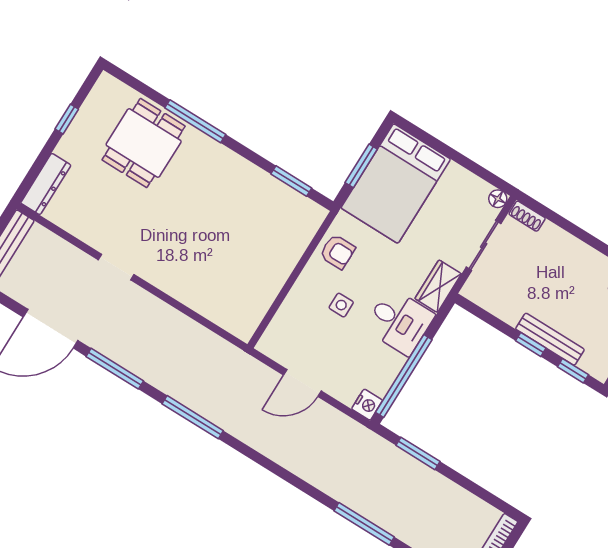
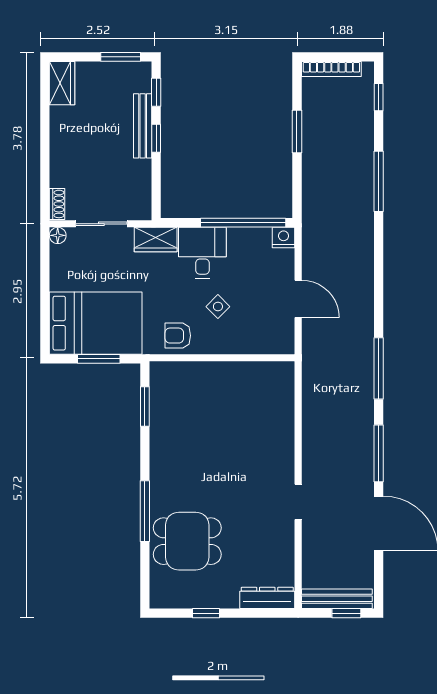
armchair: (337, 252) -> (178, 336), turned -90
side table: (341, 305) -> (218, 307), turned 45
window: (418, 453) -> (297, 132), moved

